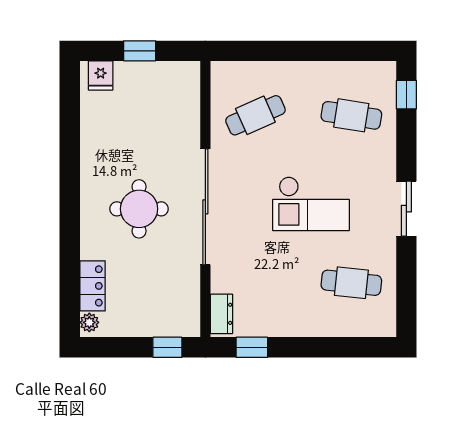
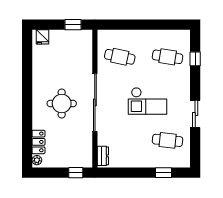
window: (140, 51) -> (73, 25), moved
window: (406, 95) -> (195, 59), moved
cafe table: (255, 115) -> (120, 57), turned 36
sliding door: (406, 209) -> (195, 114), moved
window: (252, 347) -> (163, 173), moved

